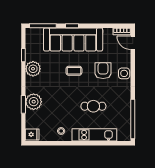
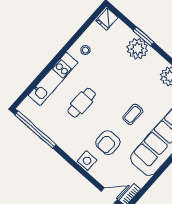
armchair: (103, 71) -> (108, 143), turned 90

